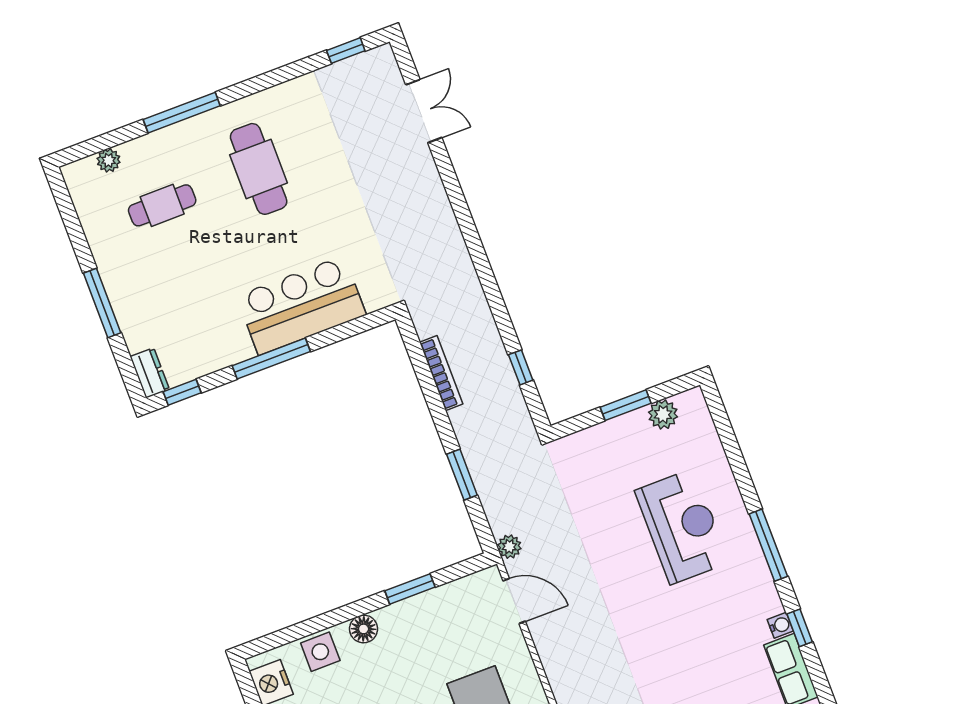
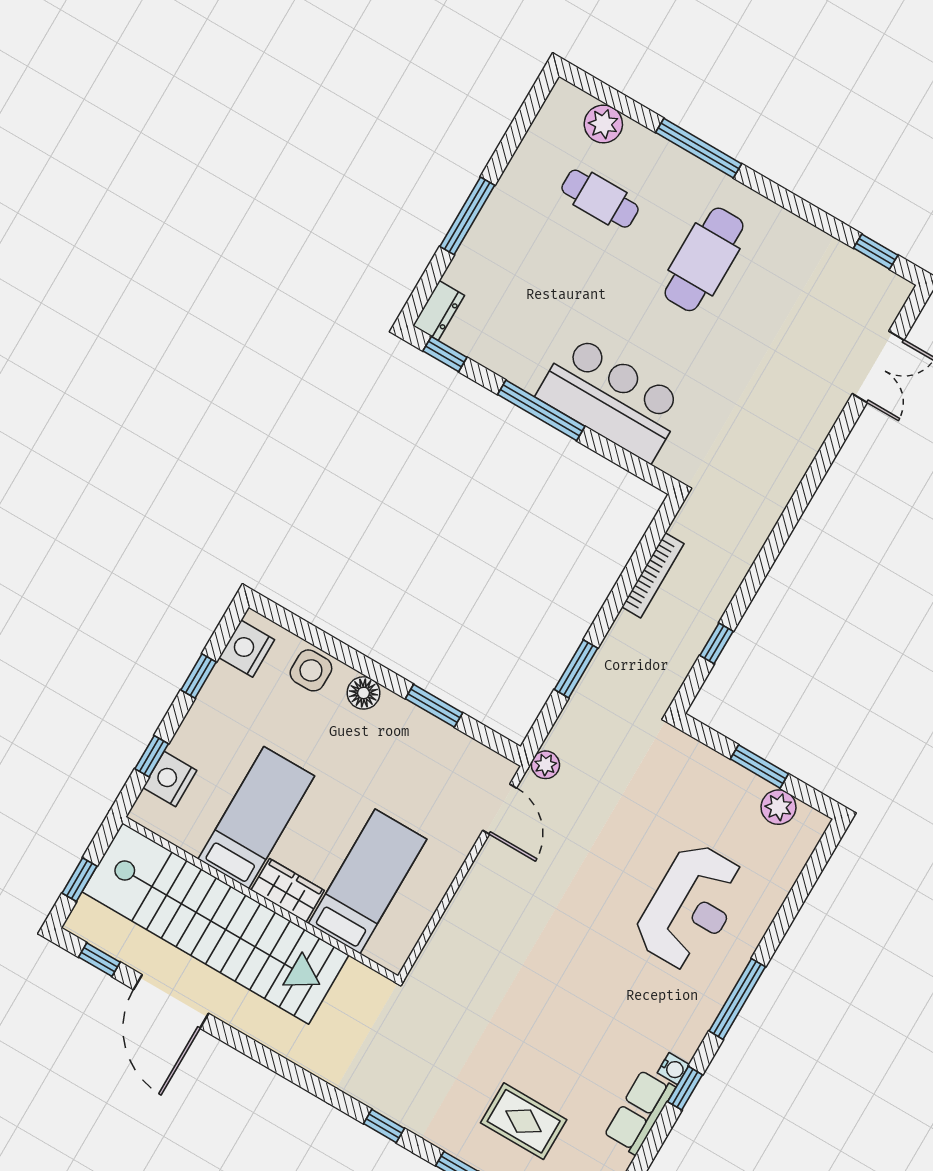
plant: (109, 160) -> (603, 124), width x1.38, depth x1.38

